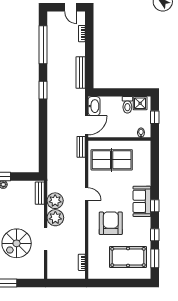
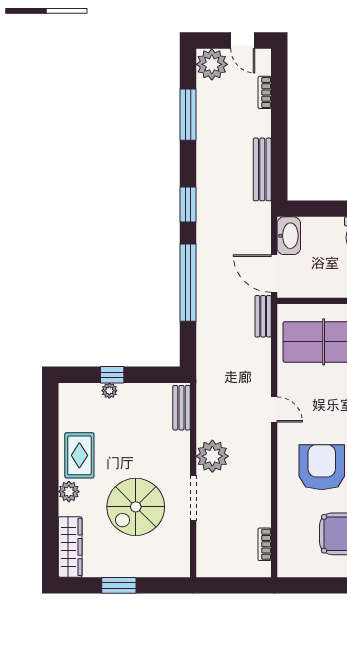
window: (43, 45) -> (188, 115), width x0.68
door: (87, 125) -> (274, 274), swing flipped
window: (43, 130) -> (188, 283), added
plant: (55, 201) -> (212, 64), moved

